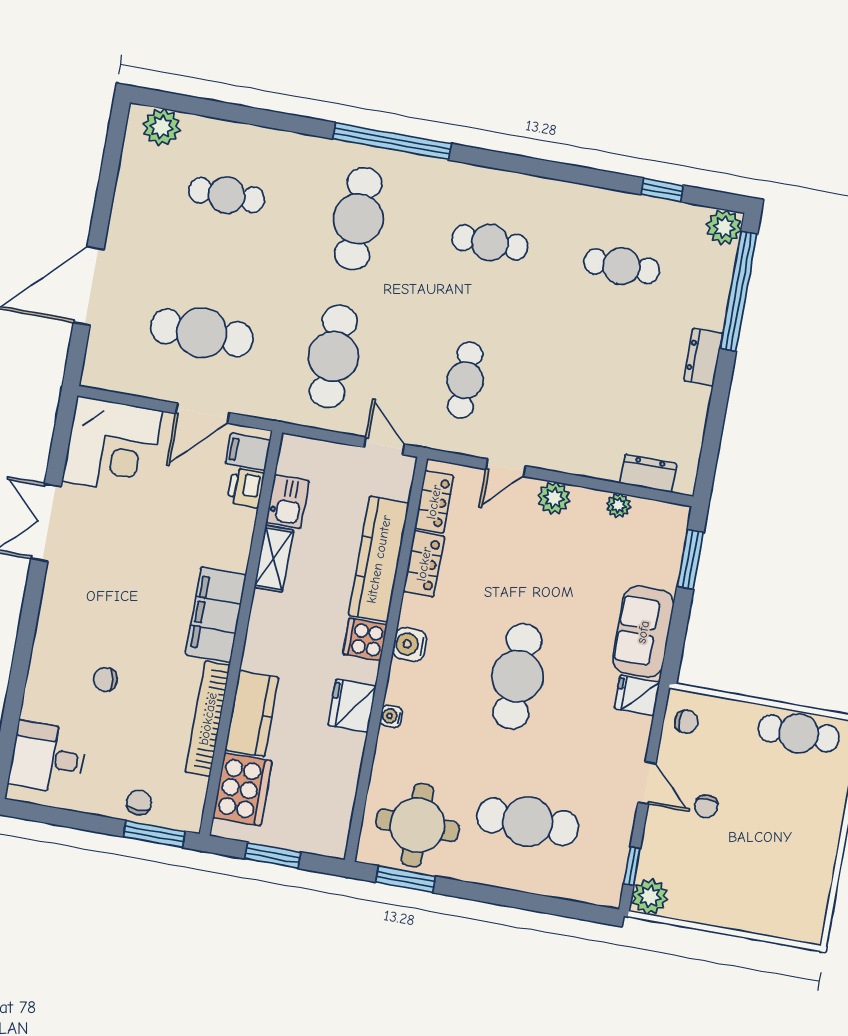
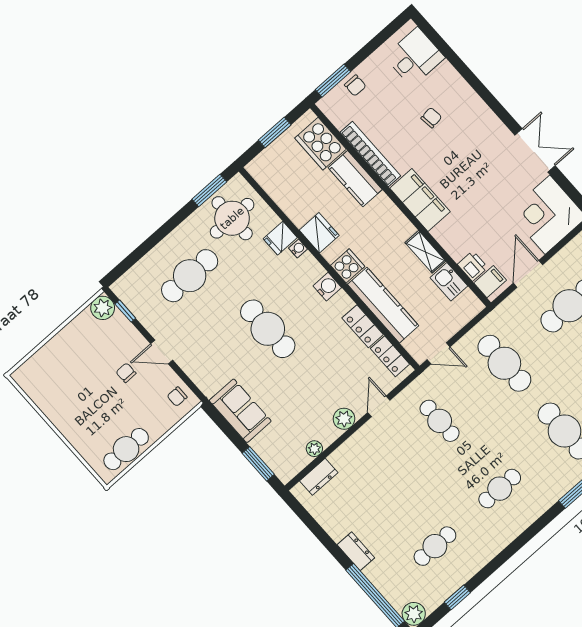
fridge: (637, 695) -> (280, 238), moved, turned 180

